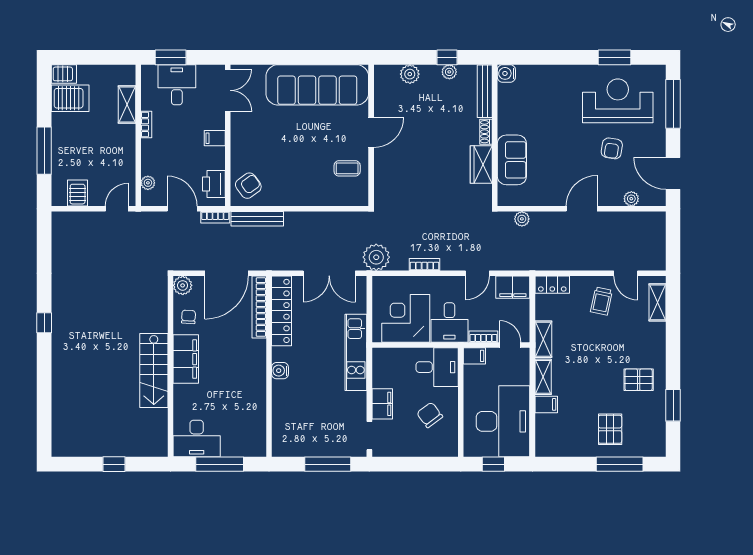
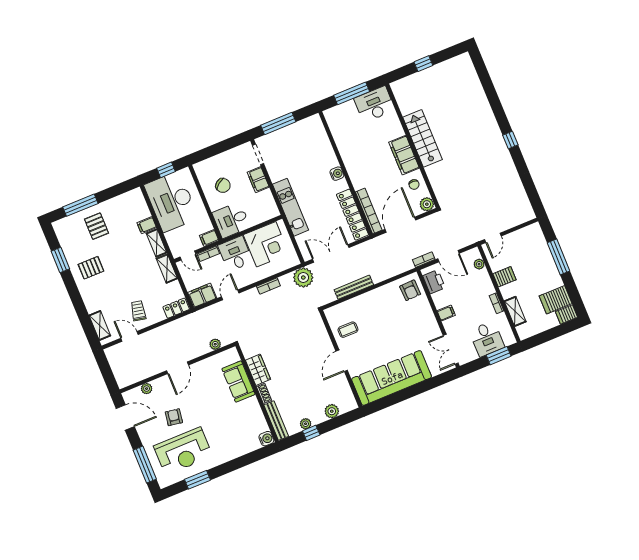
armchair: (248, 186) -> (410, 290), turned -56
server rack: (78, 193) -> (505, 277), moved, turned -90
bench: (257, 219) -> (354, 287), moved

